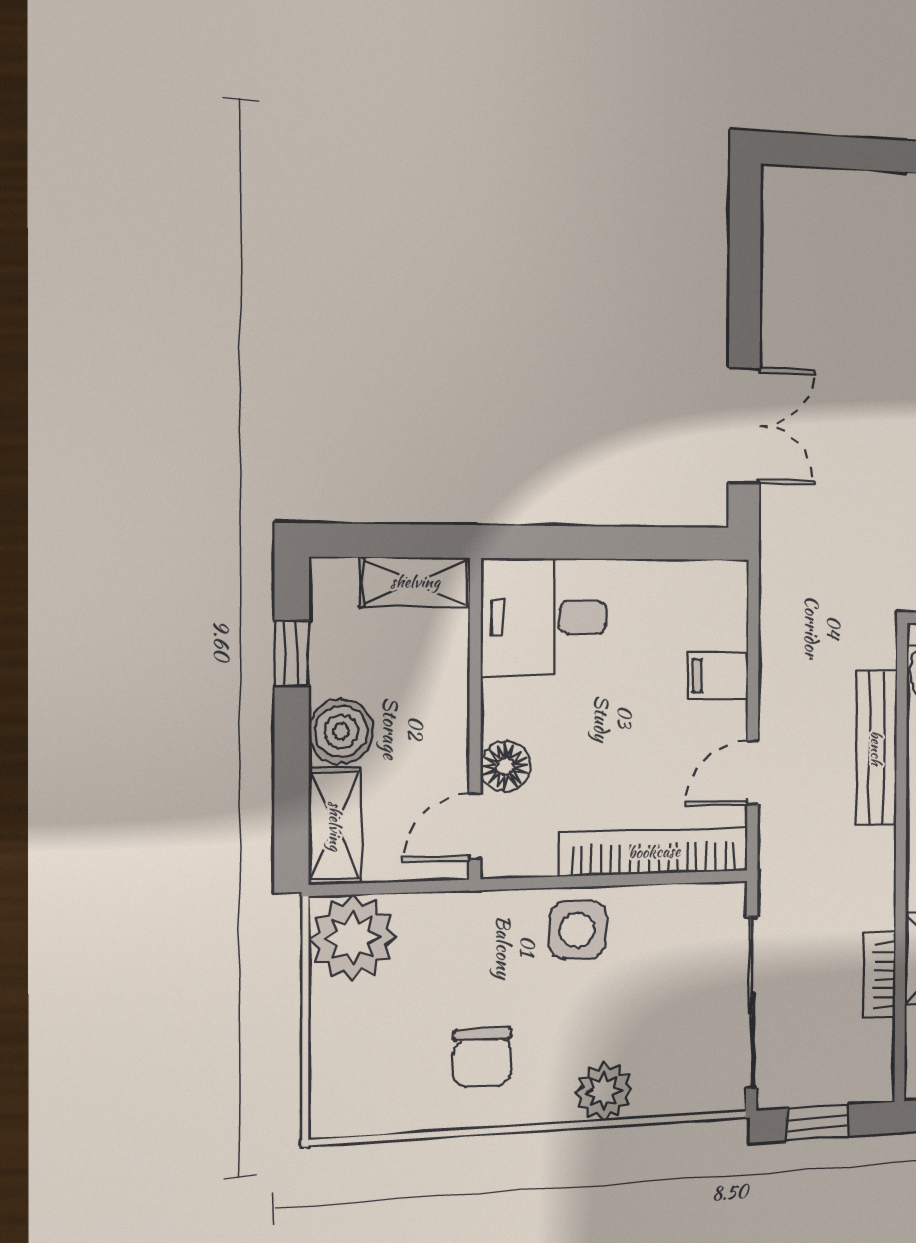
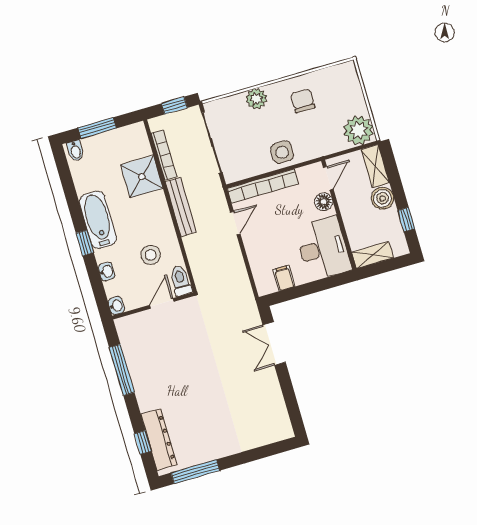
desk: (544, 617) -> (323, 249), width x1.37
filing cabinet: (718, 676) -> (284, 278), moved, turned -90
bench: (876, 748) -> (181, 207), moved
bookcase: (879, 975) -> (164, 155), width x1.56

